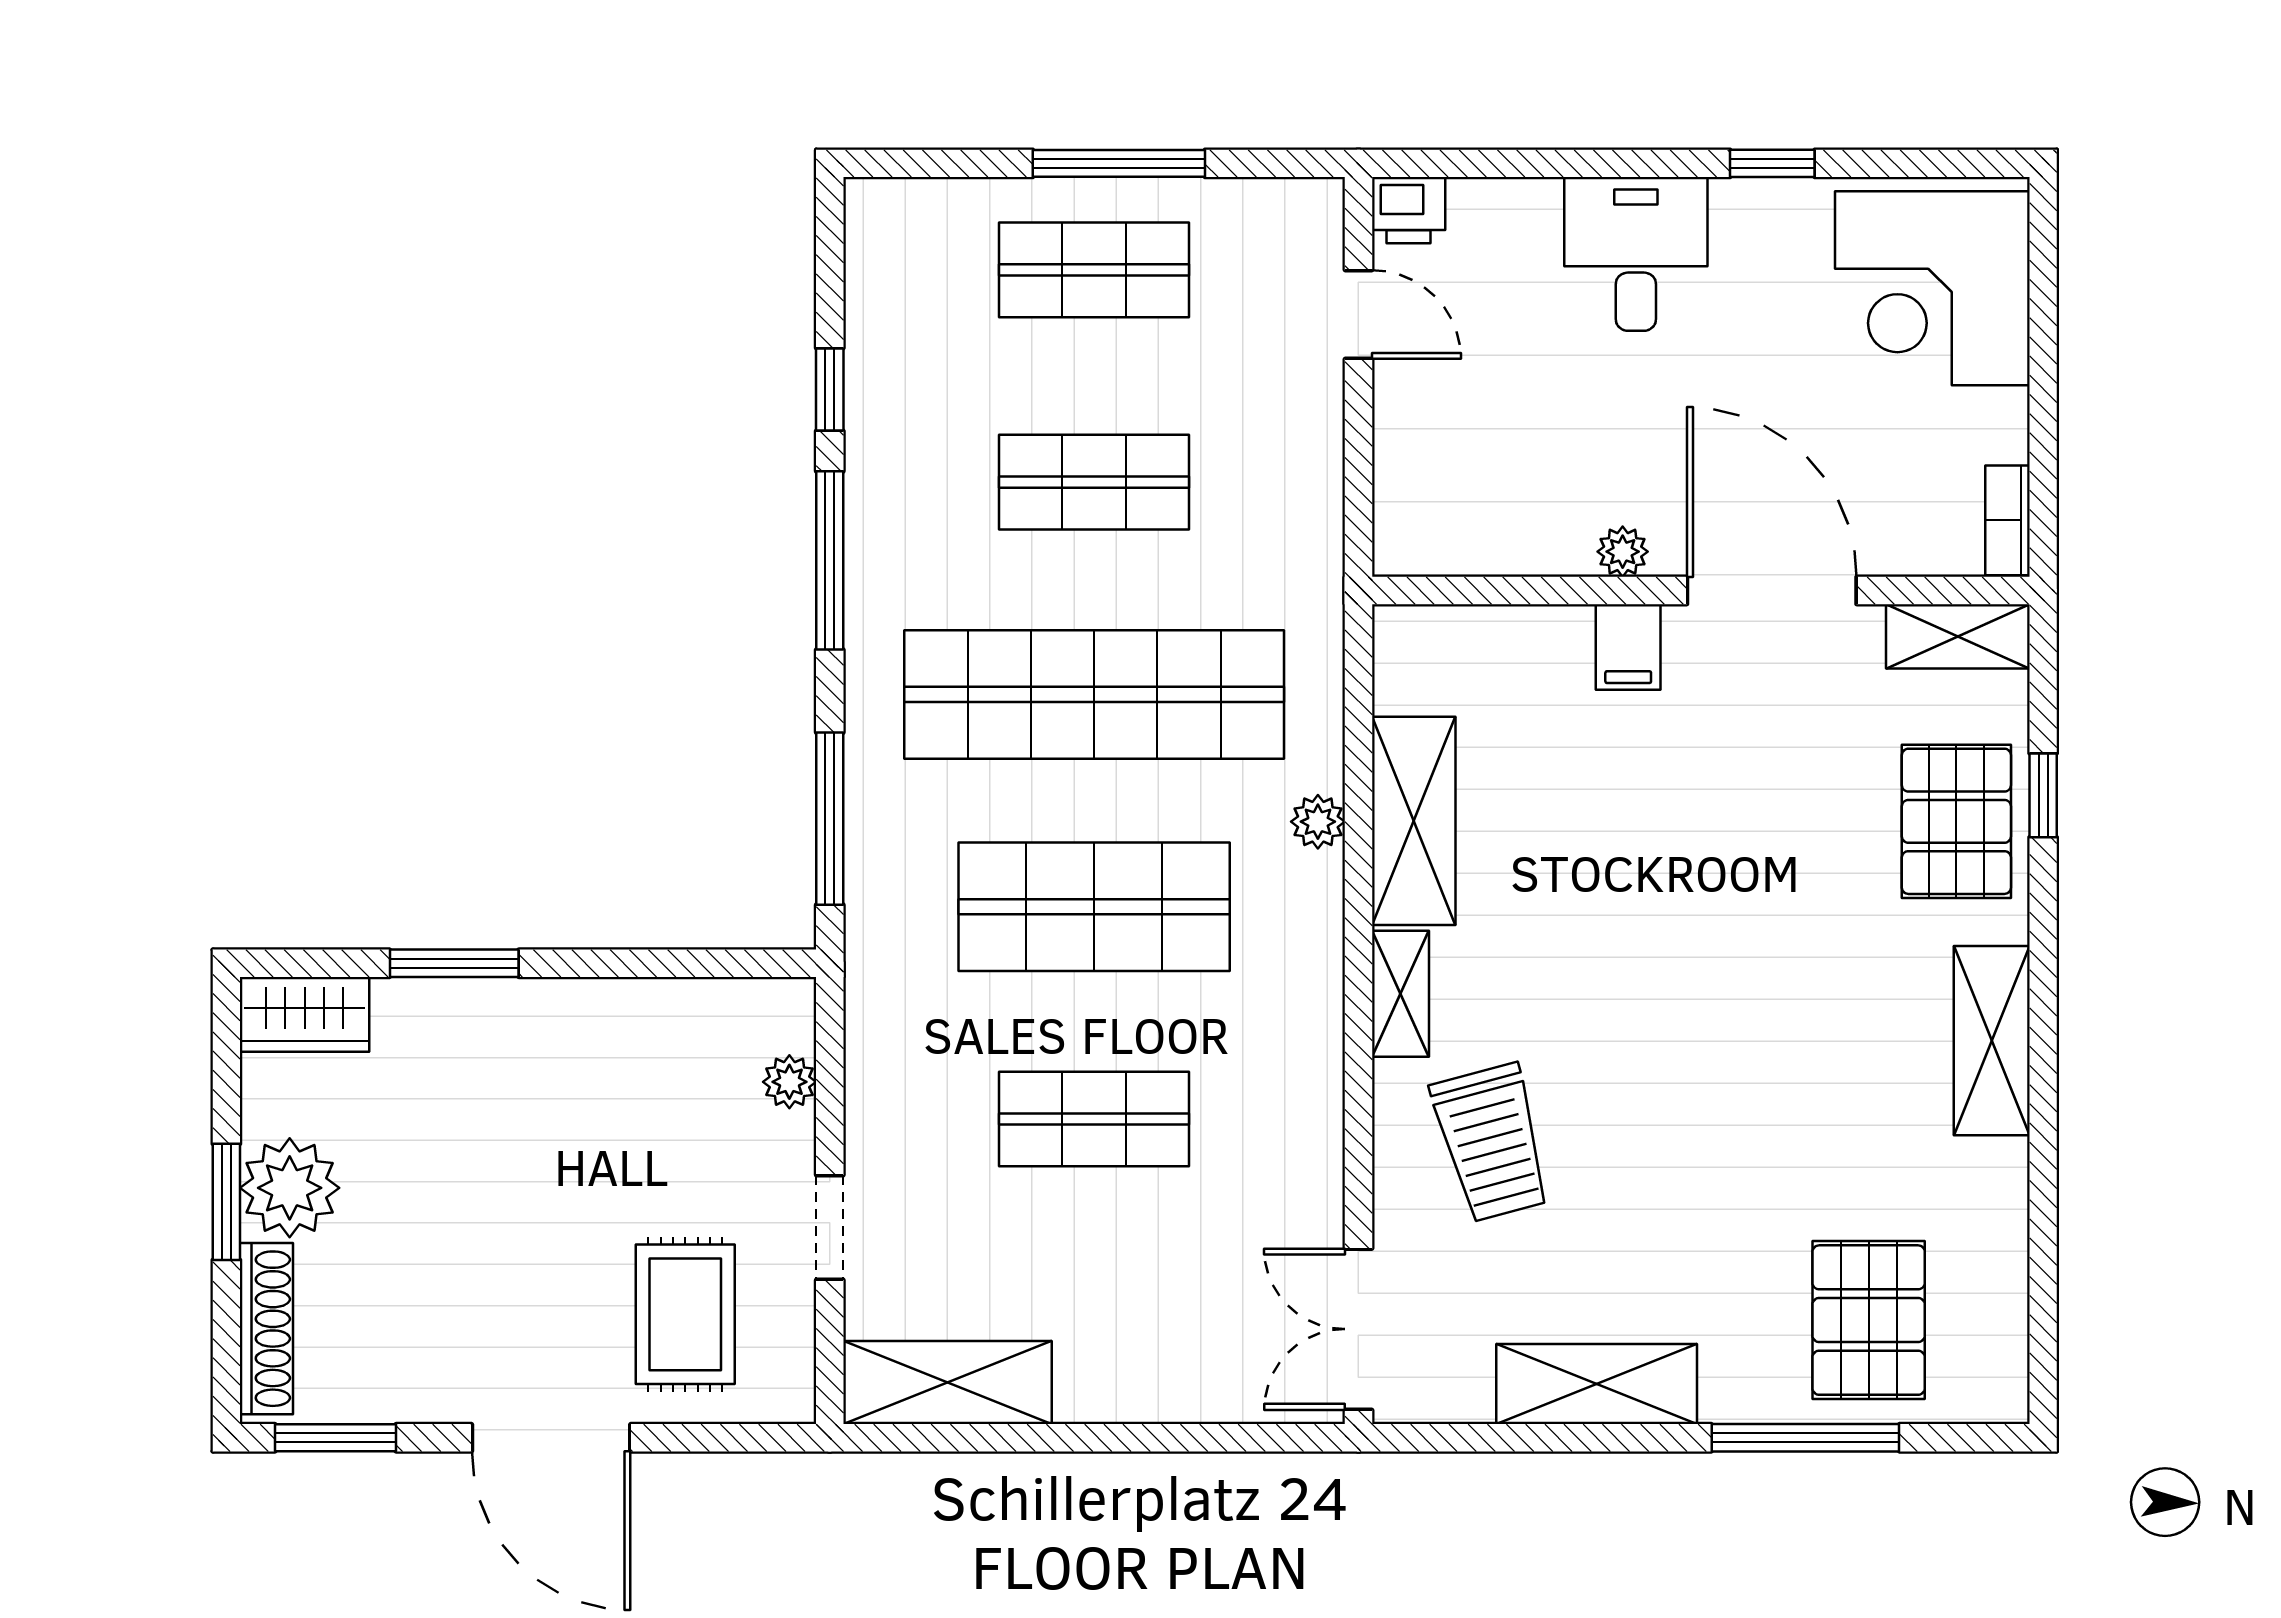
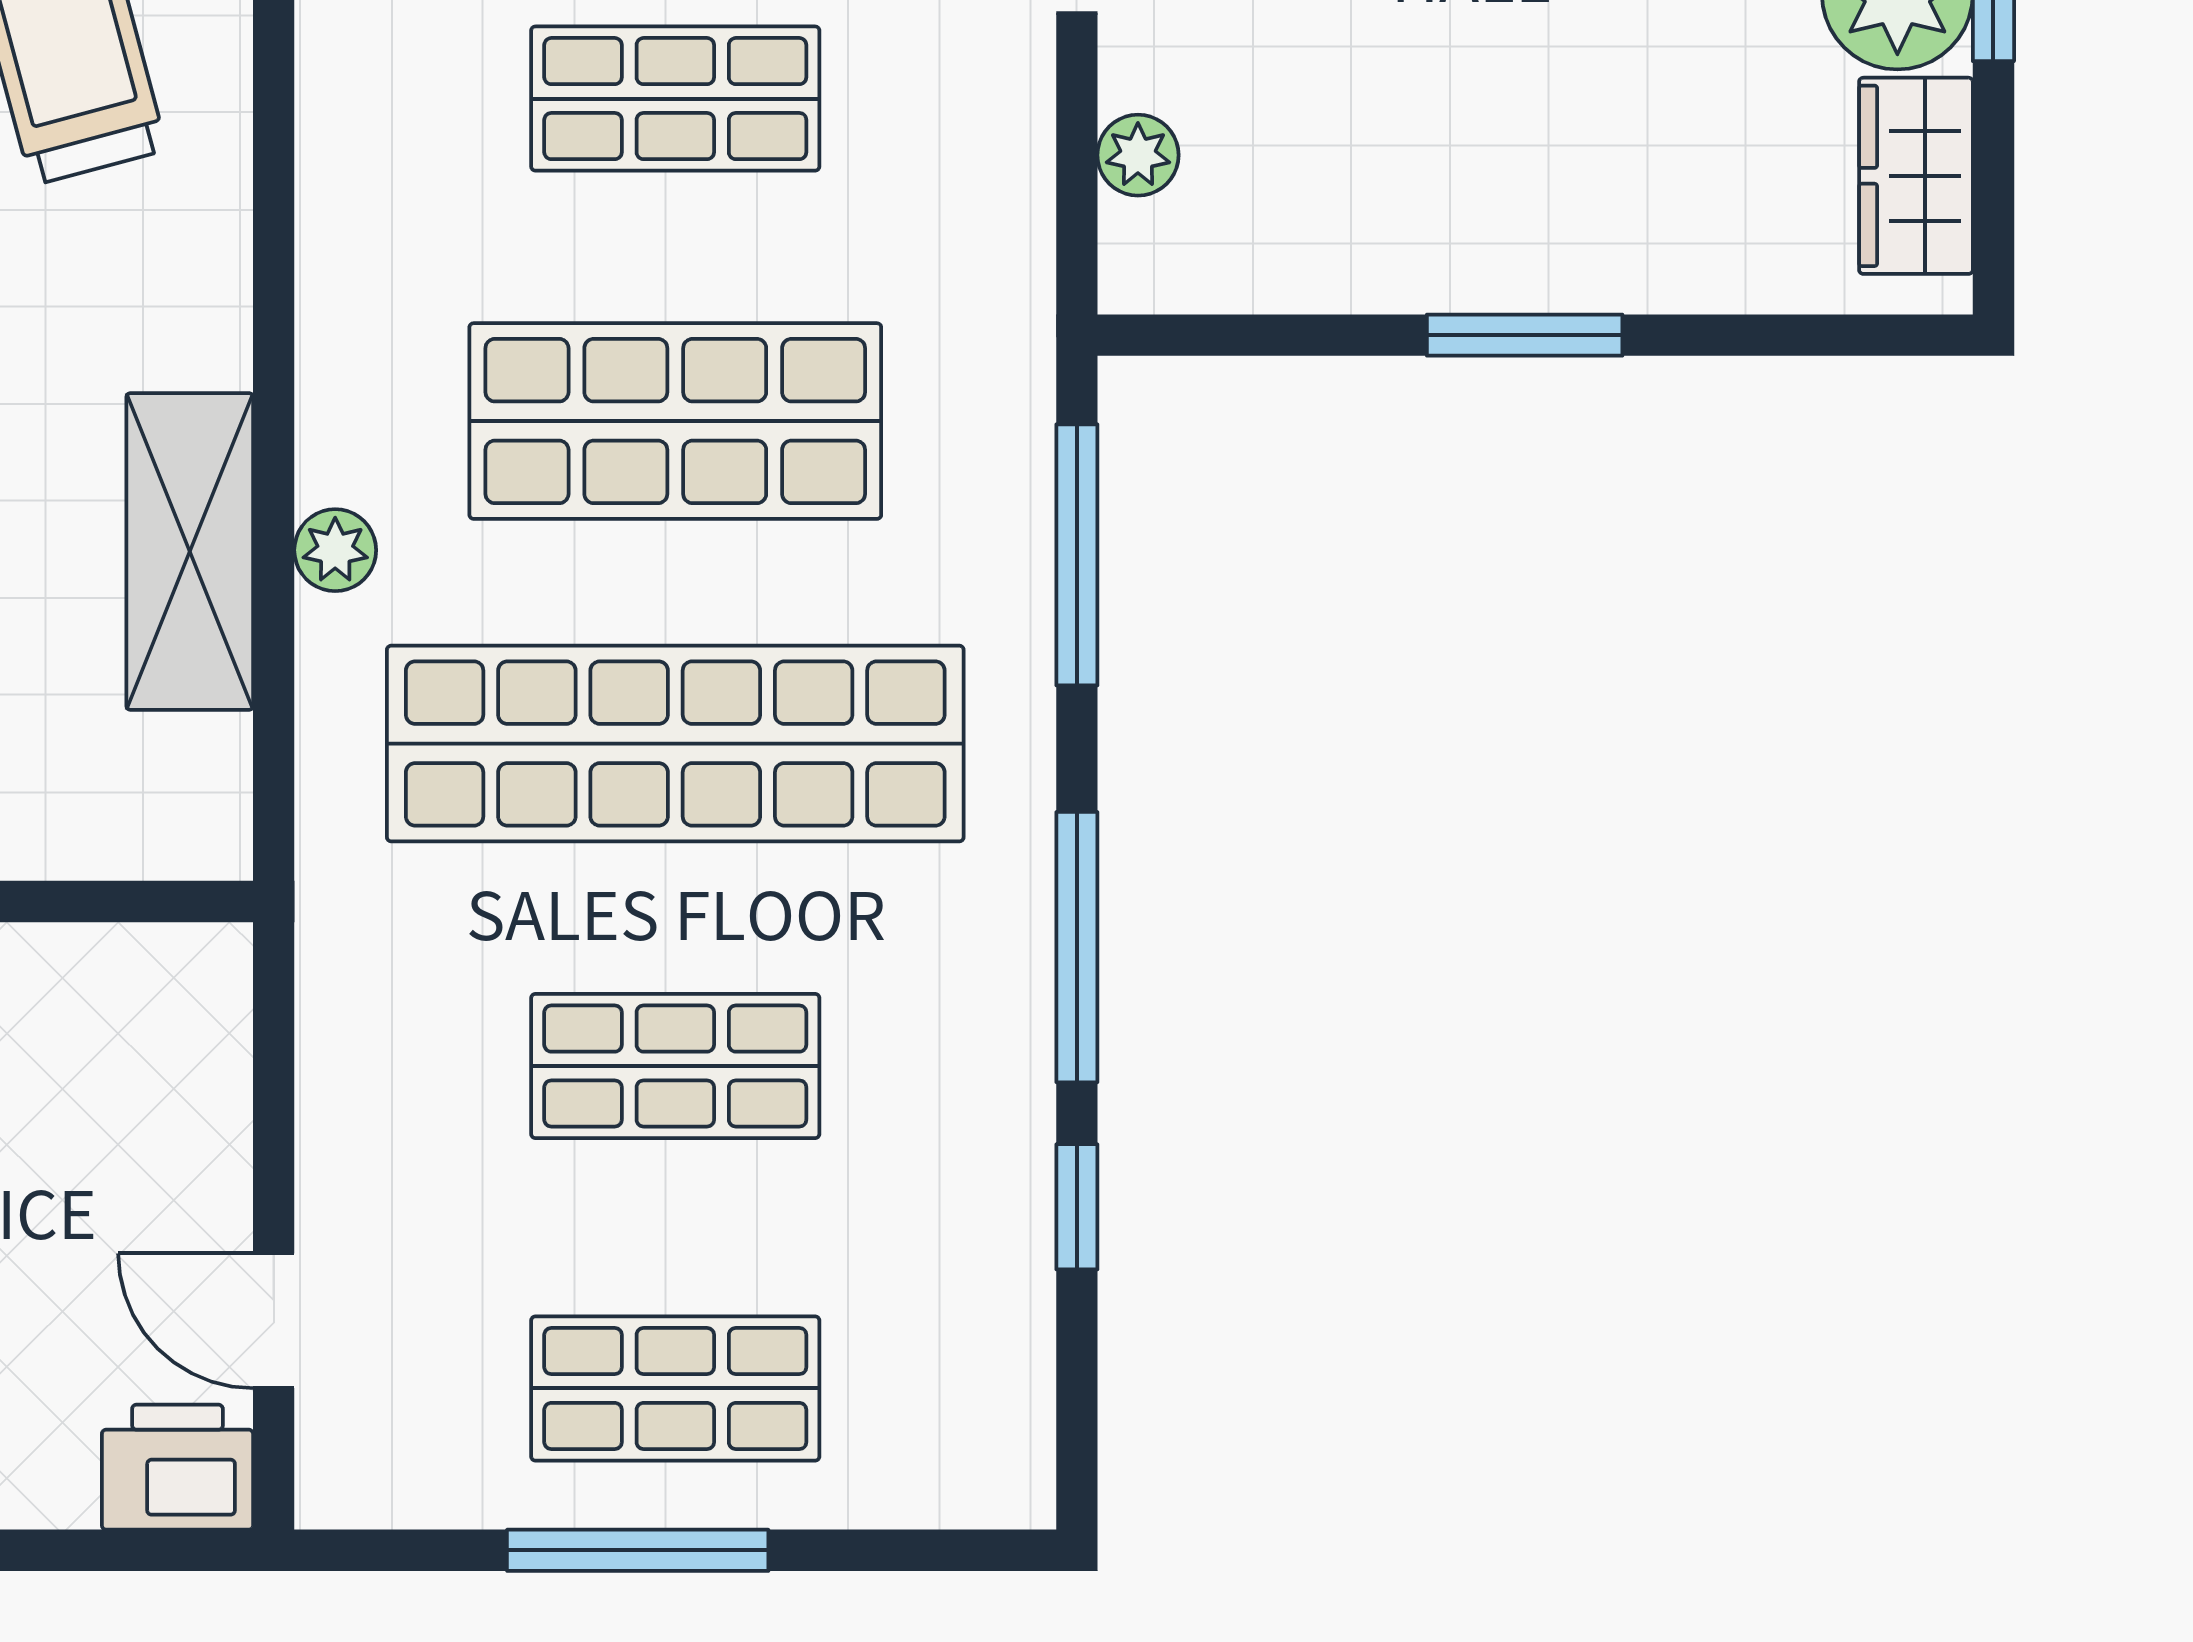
printer: (1409, 210) -> (177, 1467), width x1.36, depth x1.24
window: (454, 963) -> (1525, 335), moved
shelving: (1400, 994) -> (210, 289), removed
wardrobe: (305, 1014) -> (1916, 176), moved, turned -90

